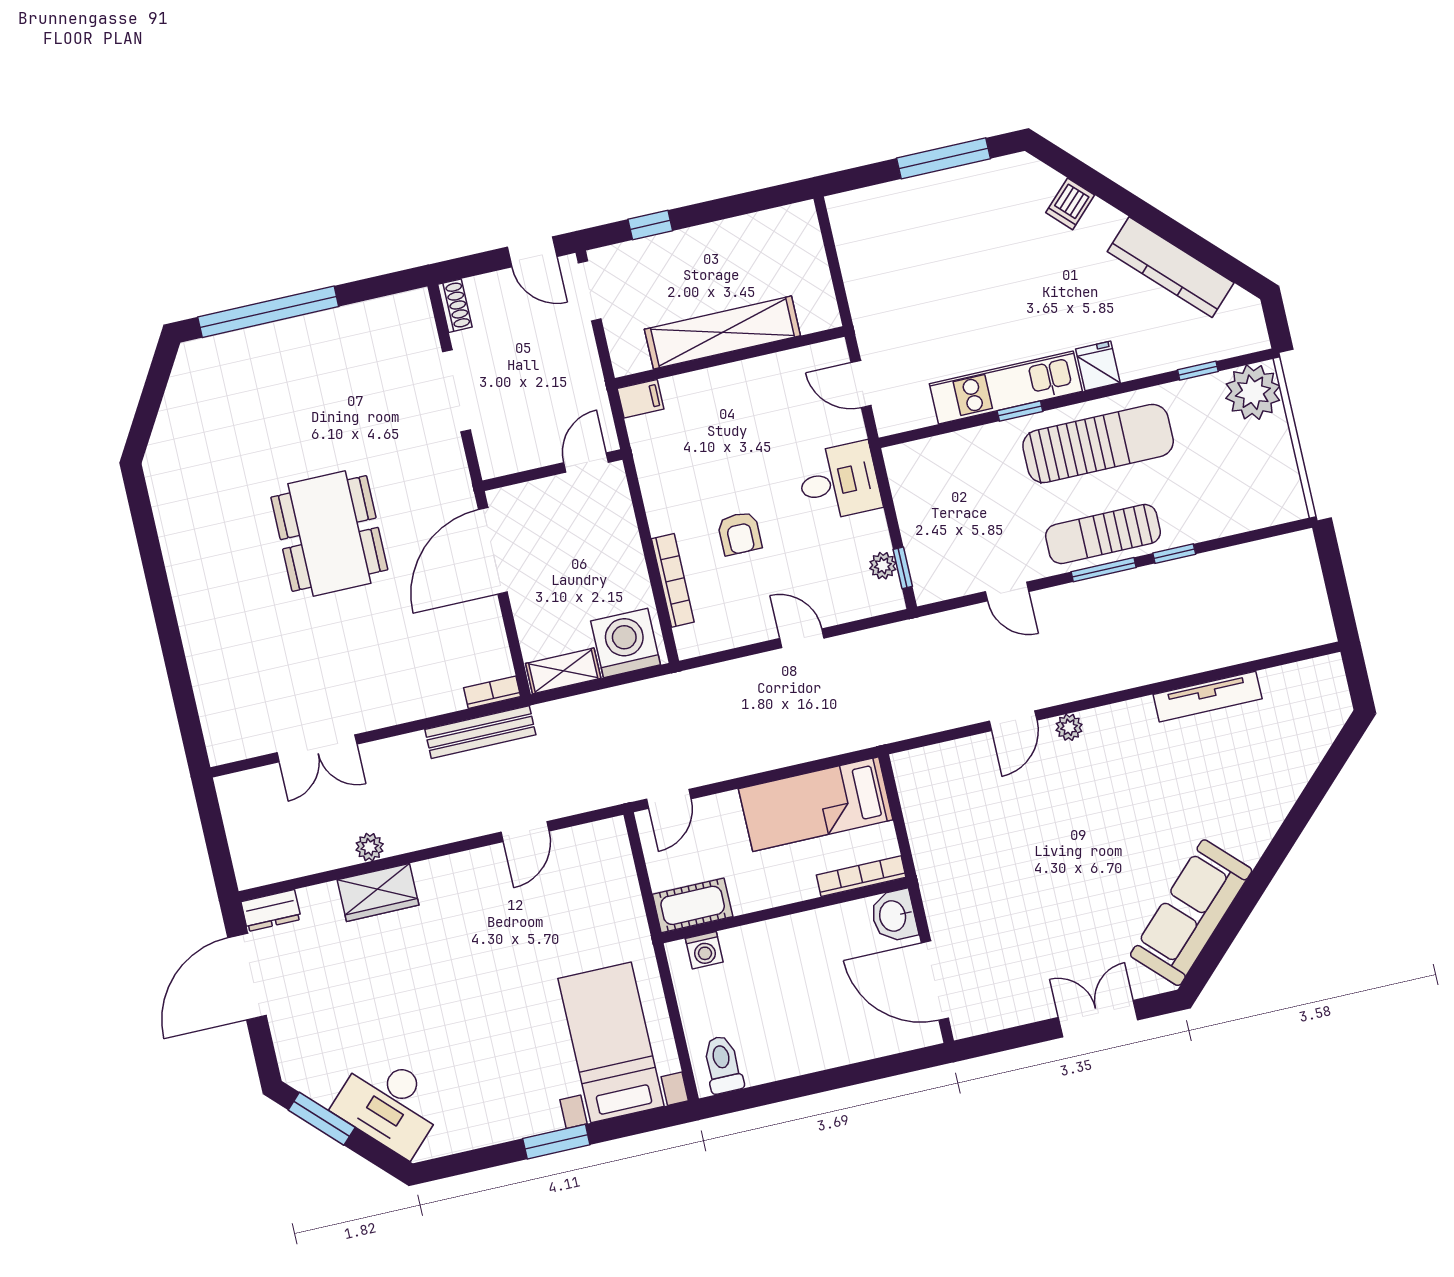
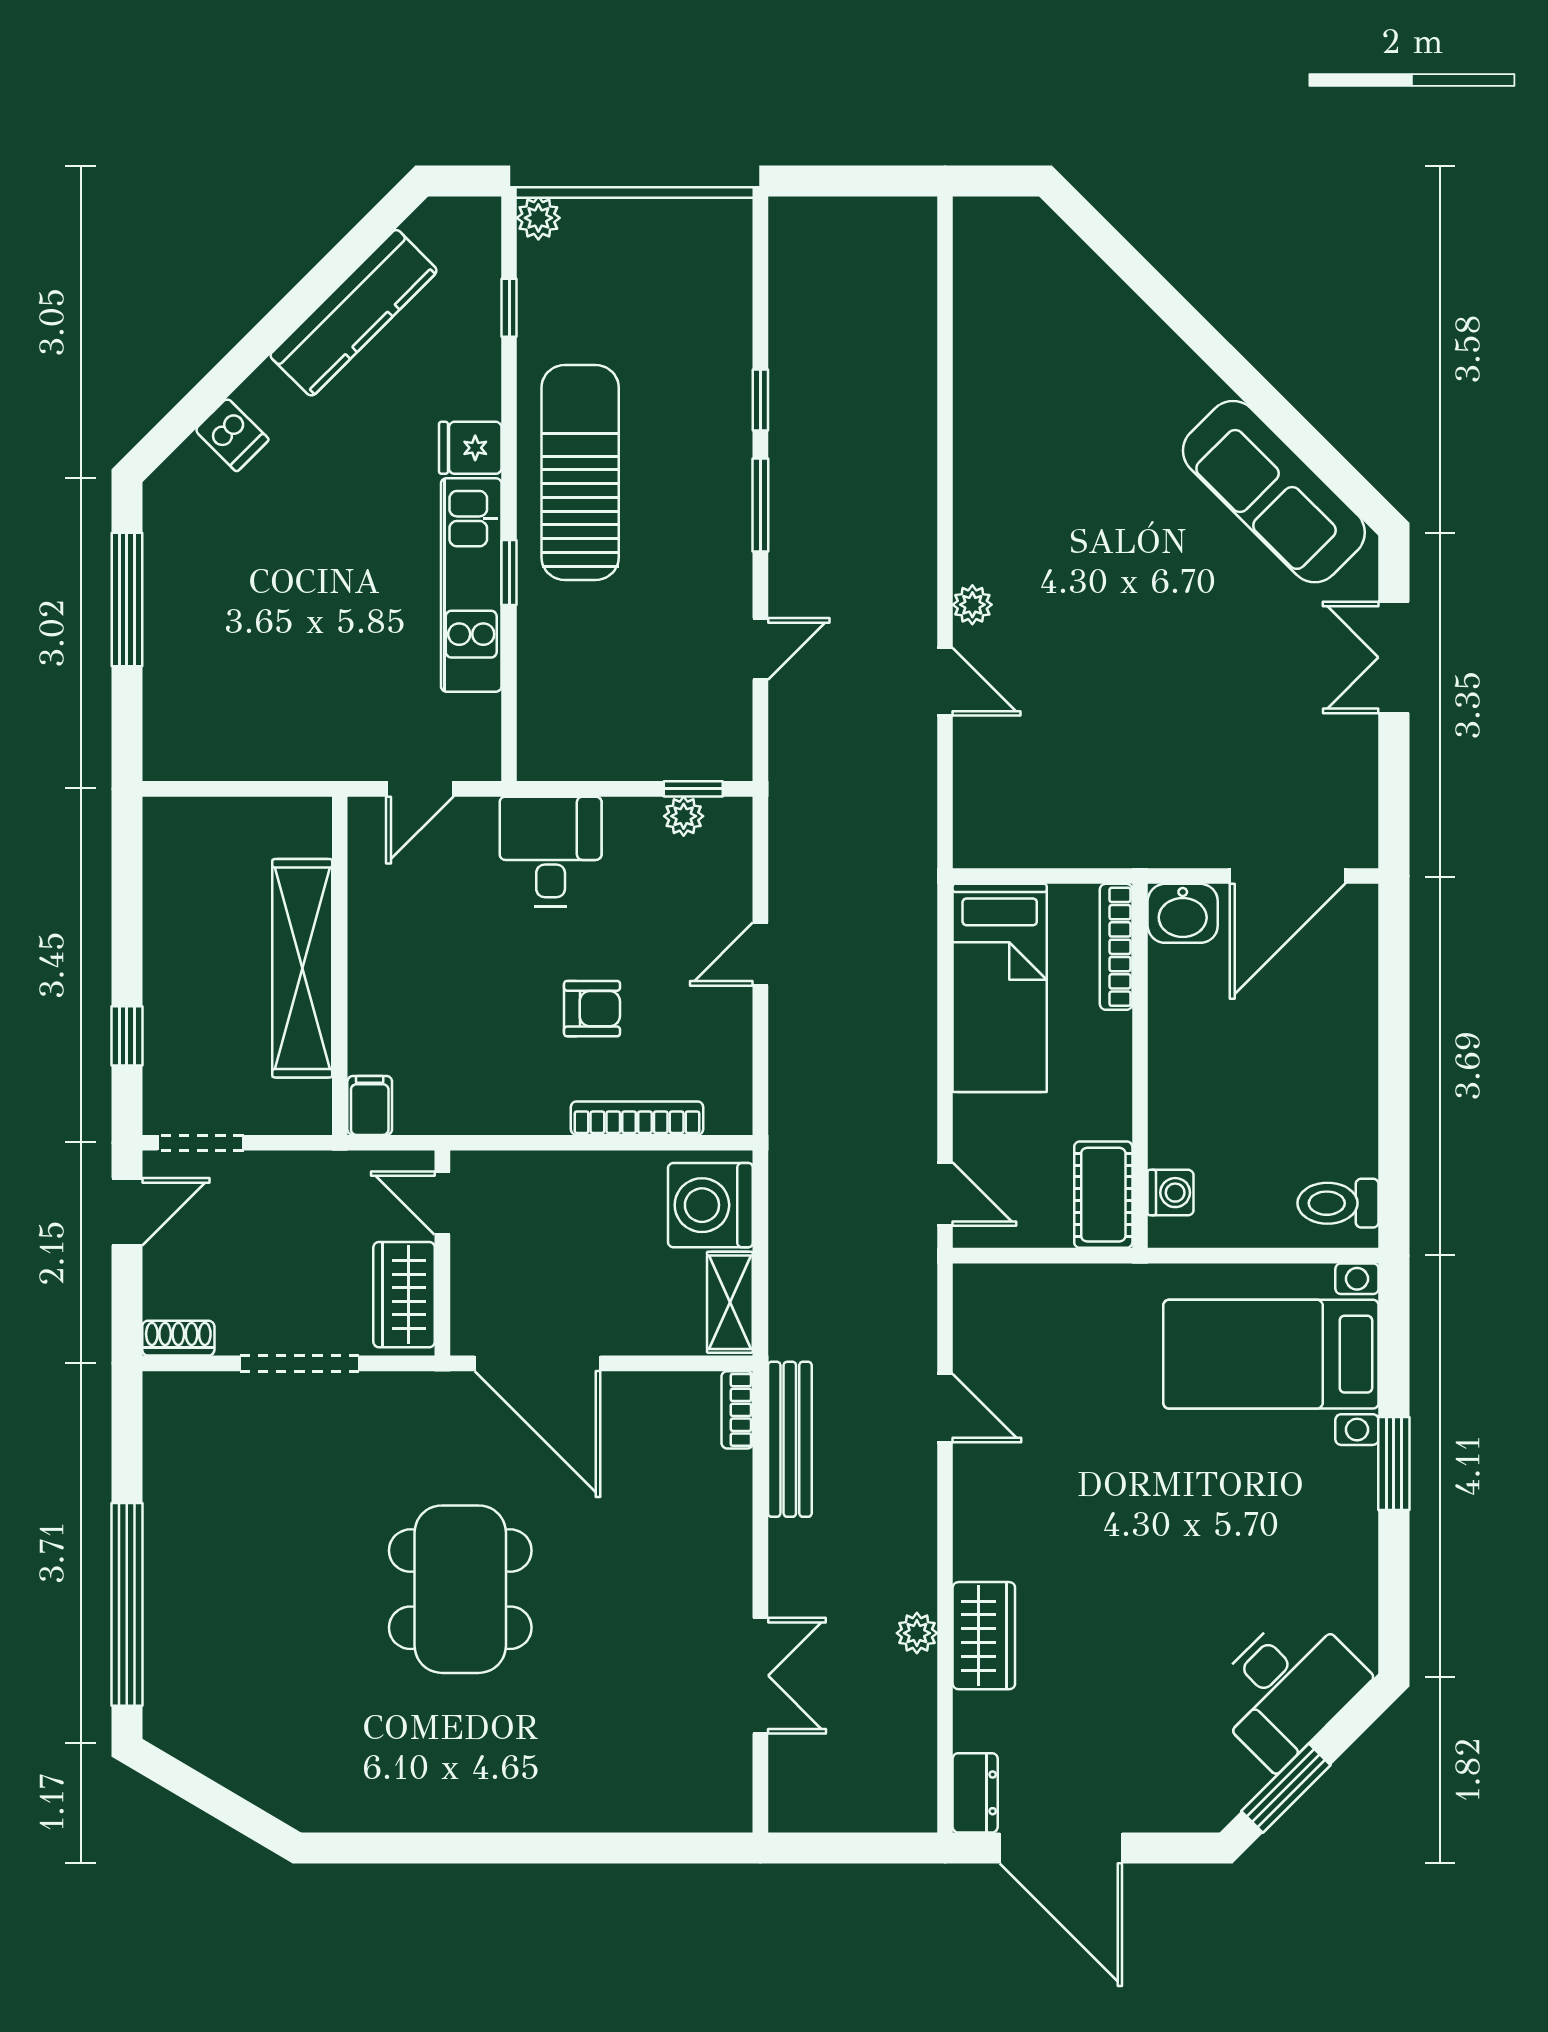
plant: (1253, 392) -> (538, 218), width x0.53, depth x0.53
wardrobe: (519, 451) -> (404, 1295), added
dining table: (329, 533) -> (460, 1589), turned 90
sun lounger: (1103, 534) -> (710, 495), removed
tv unit: (1208, 697) -> (973, 399), removed

